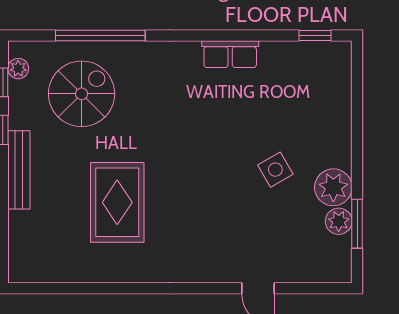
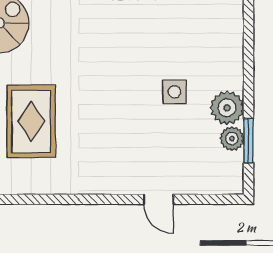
side table: (275, 170) -> (174, 92), turned 30

